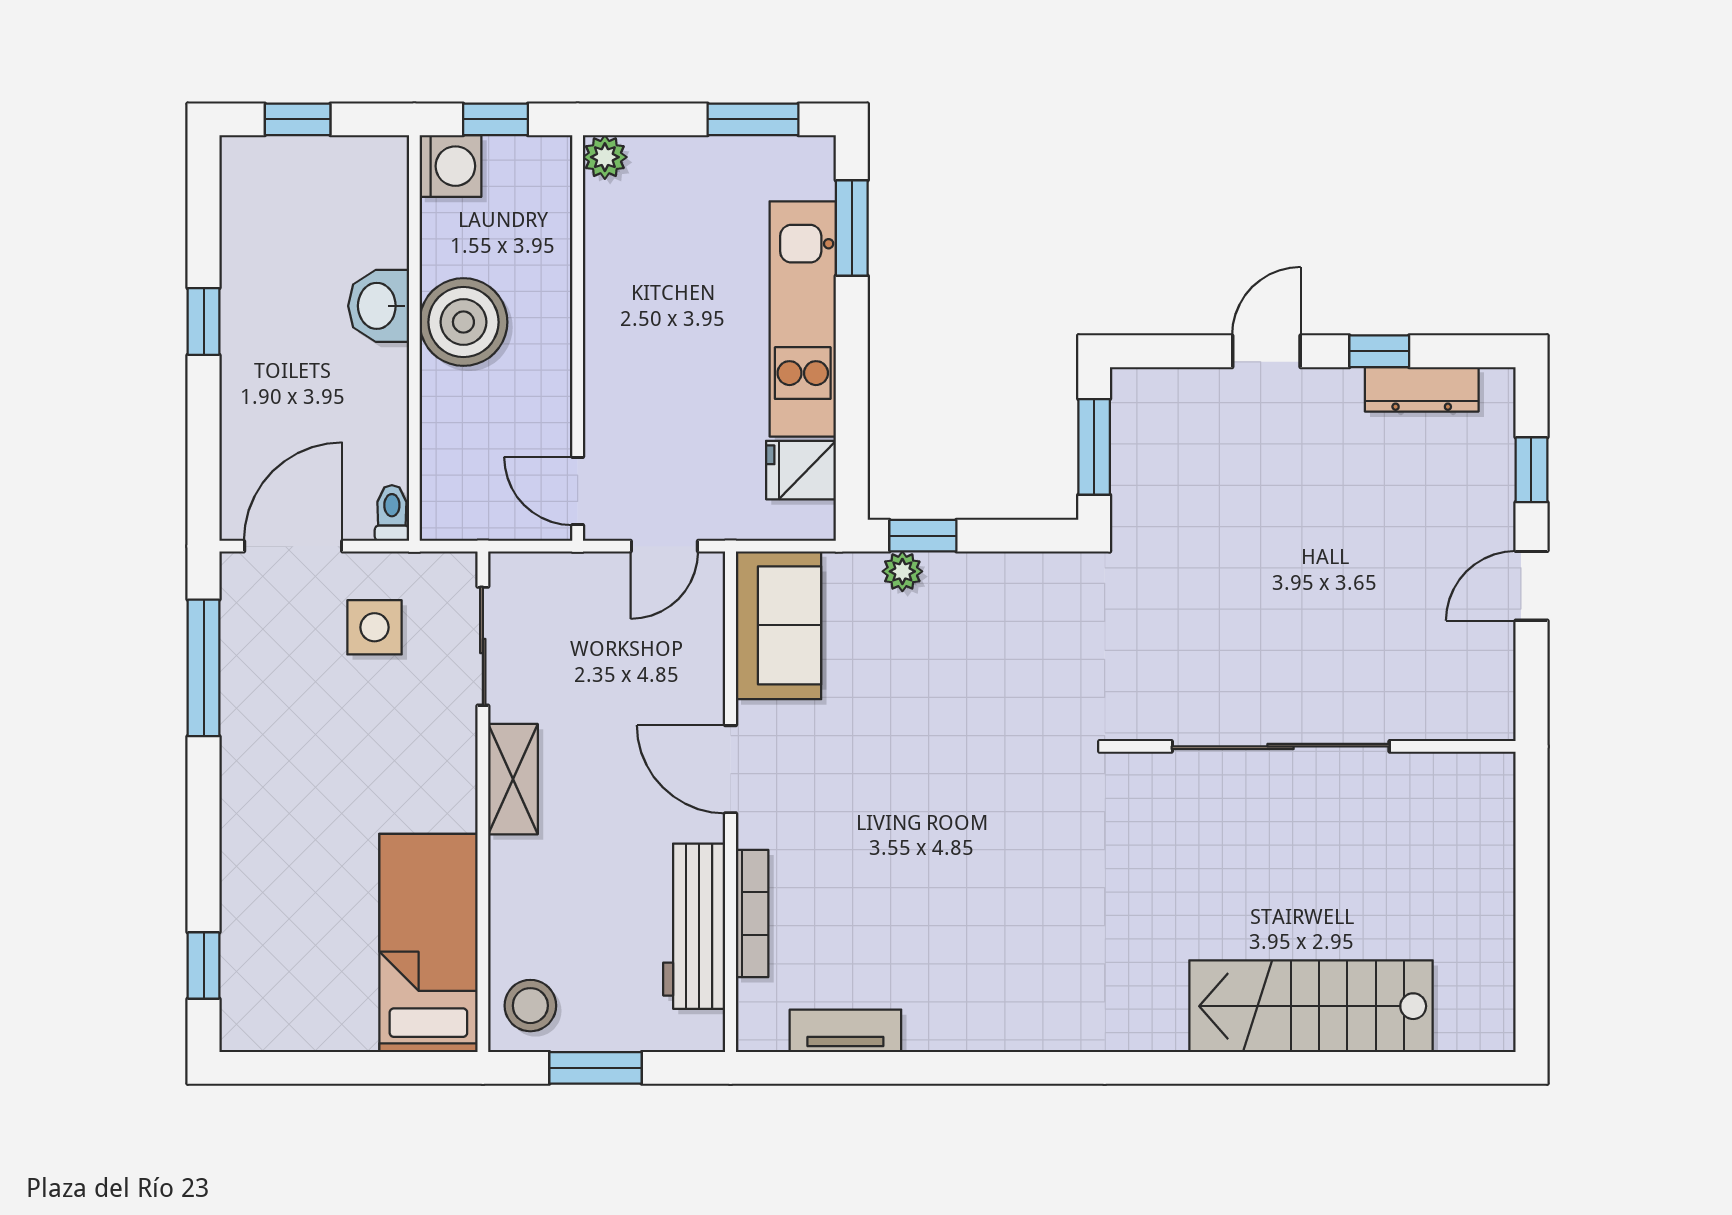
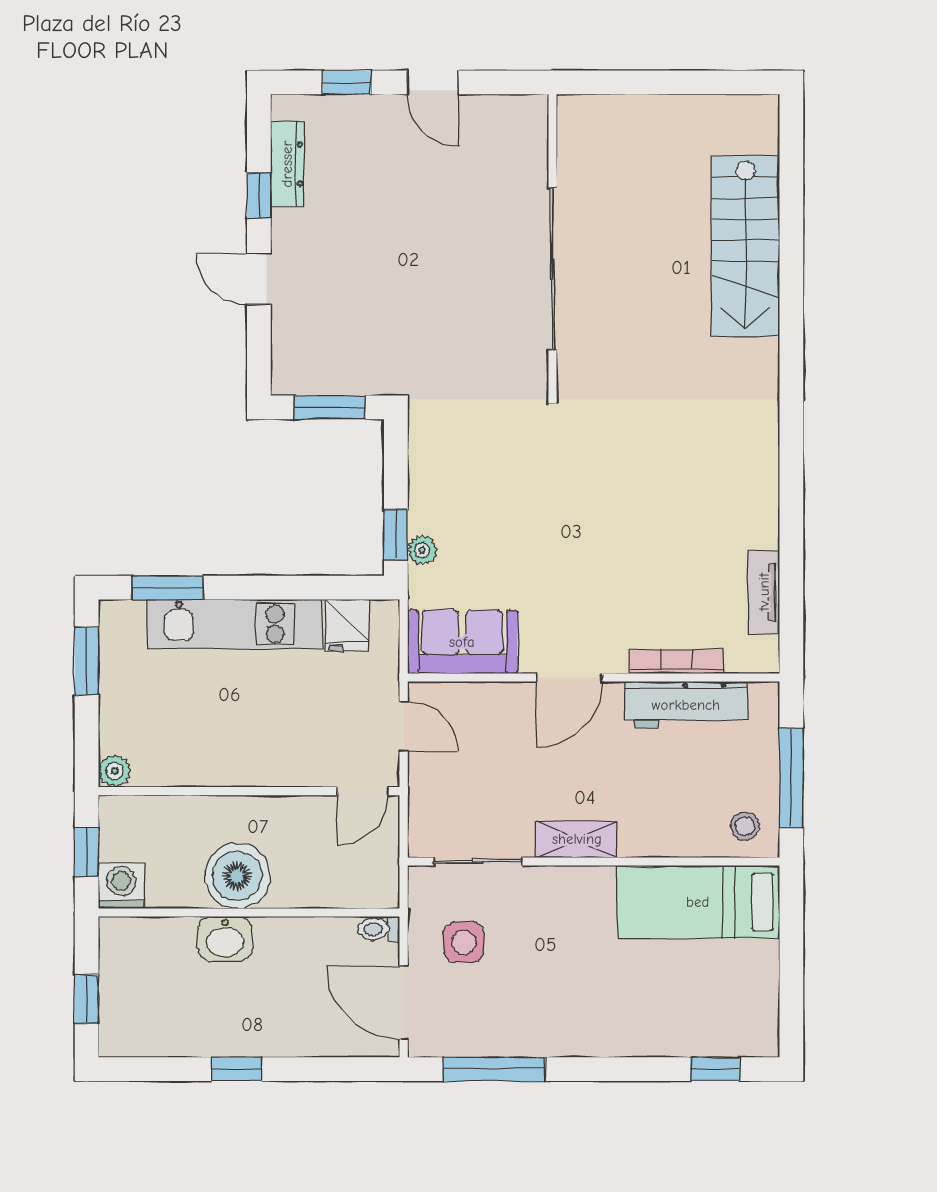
stool: (530, 1006) -> (745, 826), width x0.73, depth x0.73
window: (596, 1068) -> (791, 778), width x1.44

